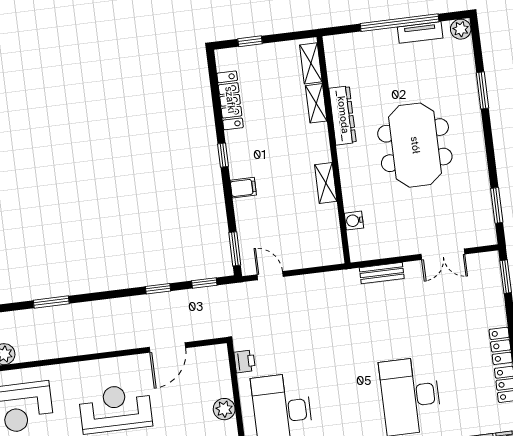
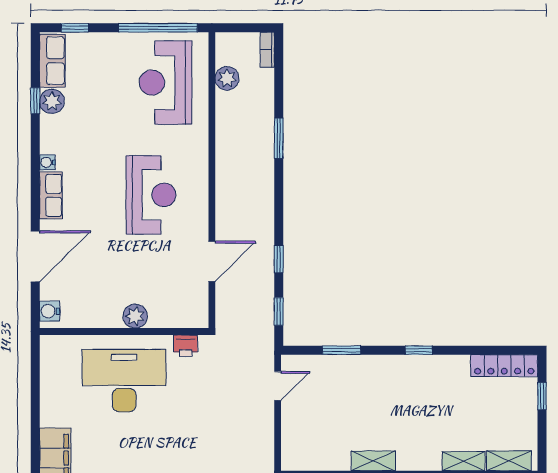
locker: (230, 100) -> (504, 366), moved
filing cabinet: (243, 188) -> (380, 368), removed
window: (235, 249) -> (342, 350), moved
door: (167, 347) -> (212, 261), swing flipped

